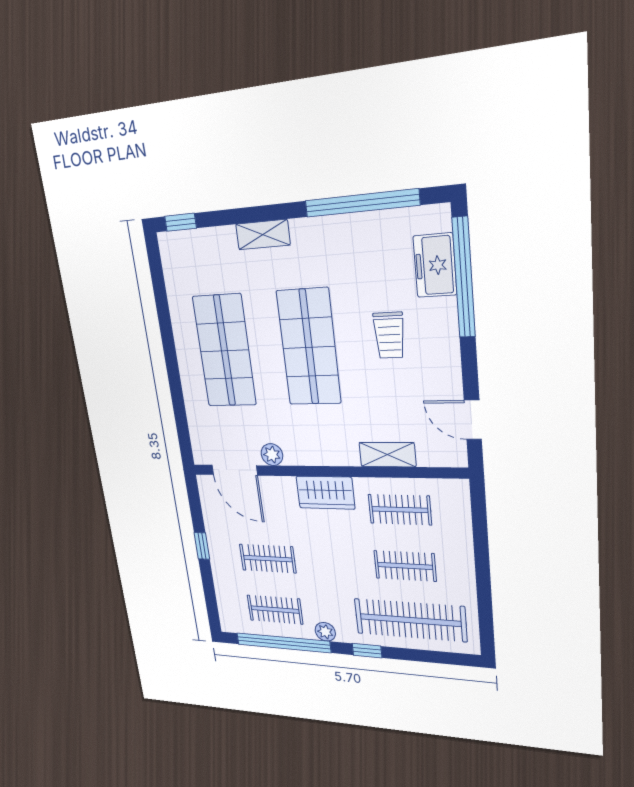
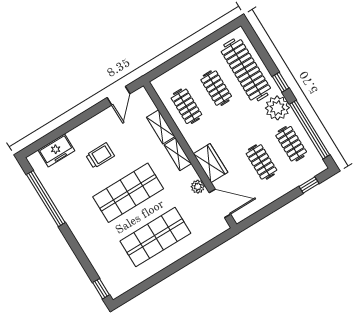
shelving: (263, 235) -> (178, 154), moved
window: (464, 278) -> (55, 135), removed
door: (235, 470) -> (220, 203), hinge flipped
wardrobe: (325, 493) -> (210, 163), moved
window: (202, 546) -> (309, 185), moved
plant: (325, 632) -> (277, 108), width x1.87, depth x1.87

